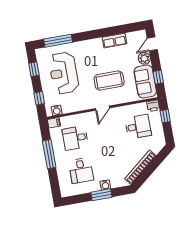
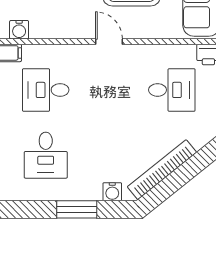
door: (102, 108) -> (109, 42), swing flipped
water cooler: (105, 185) -> (112, 192), moved

